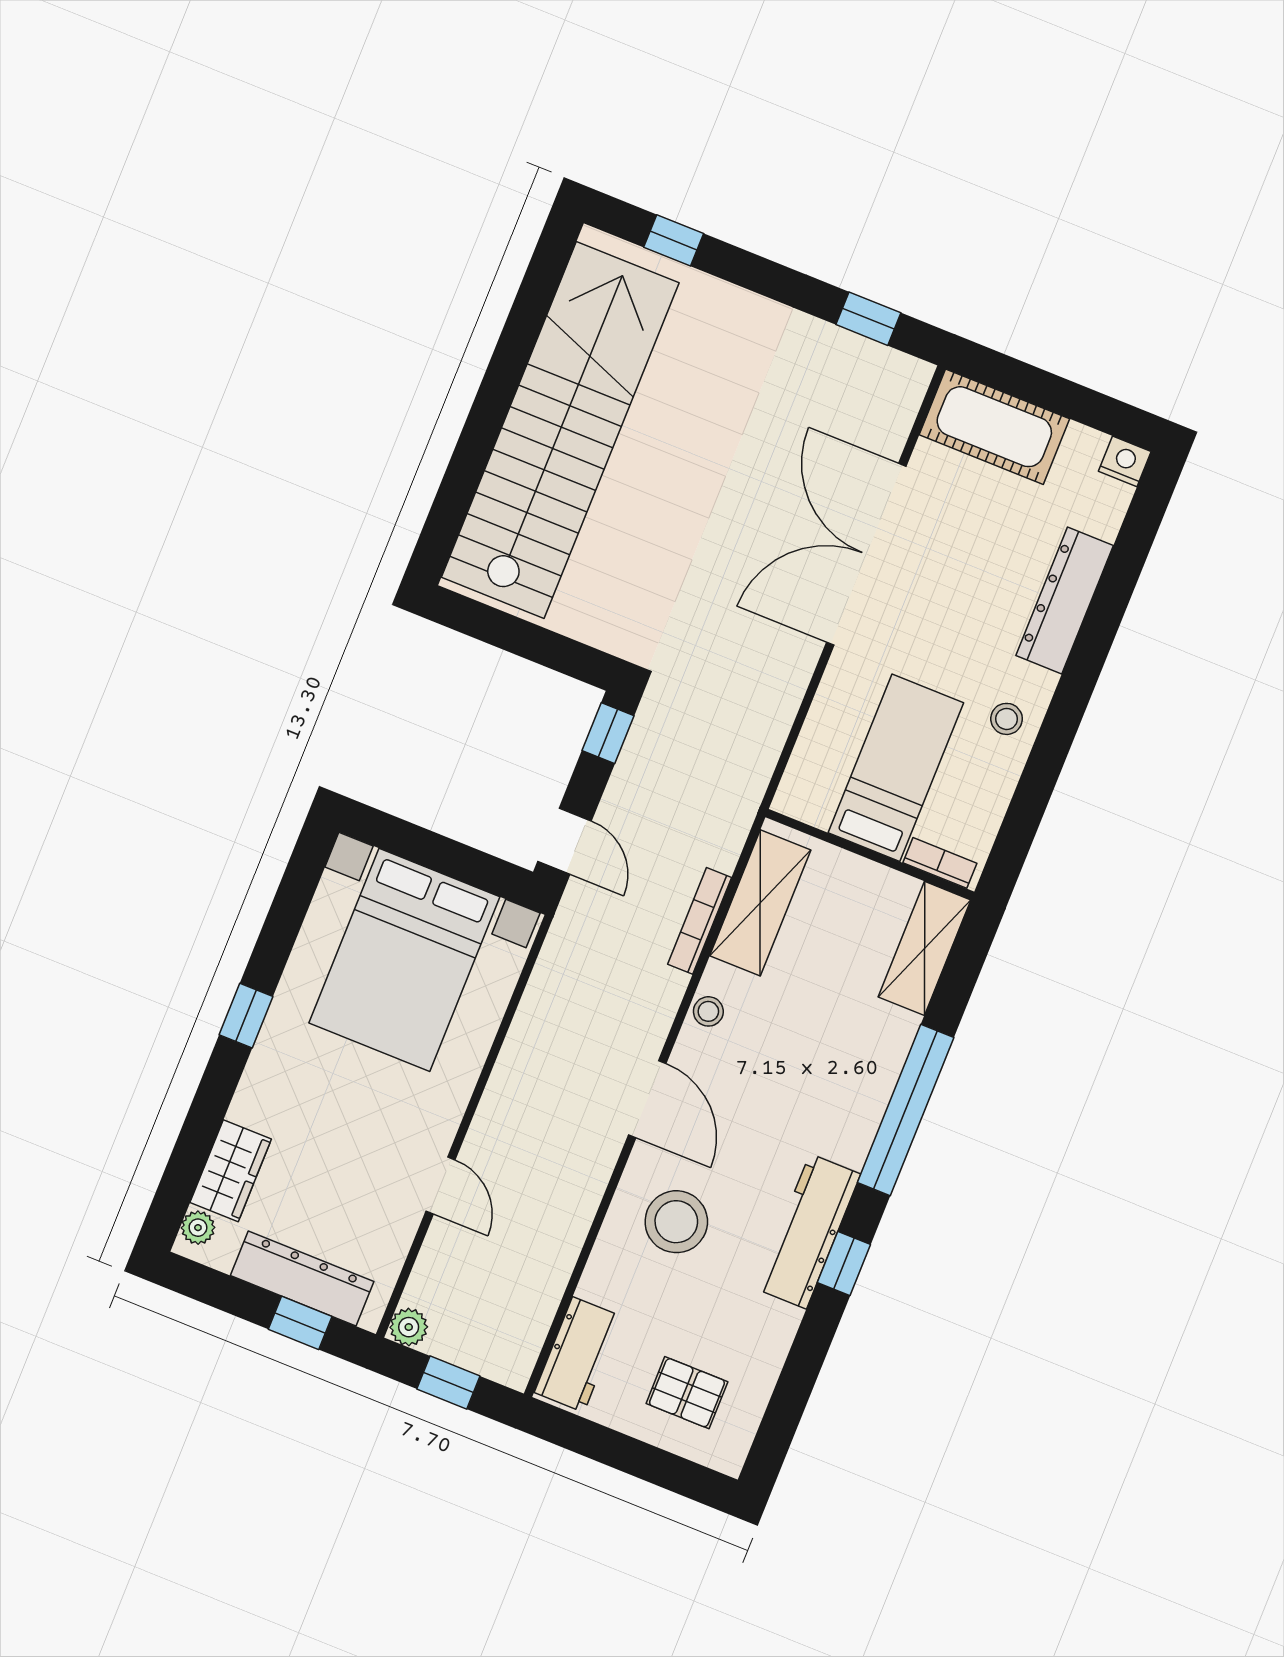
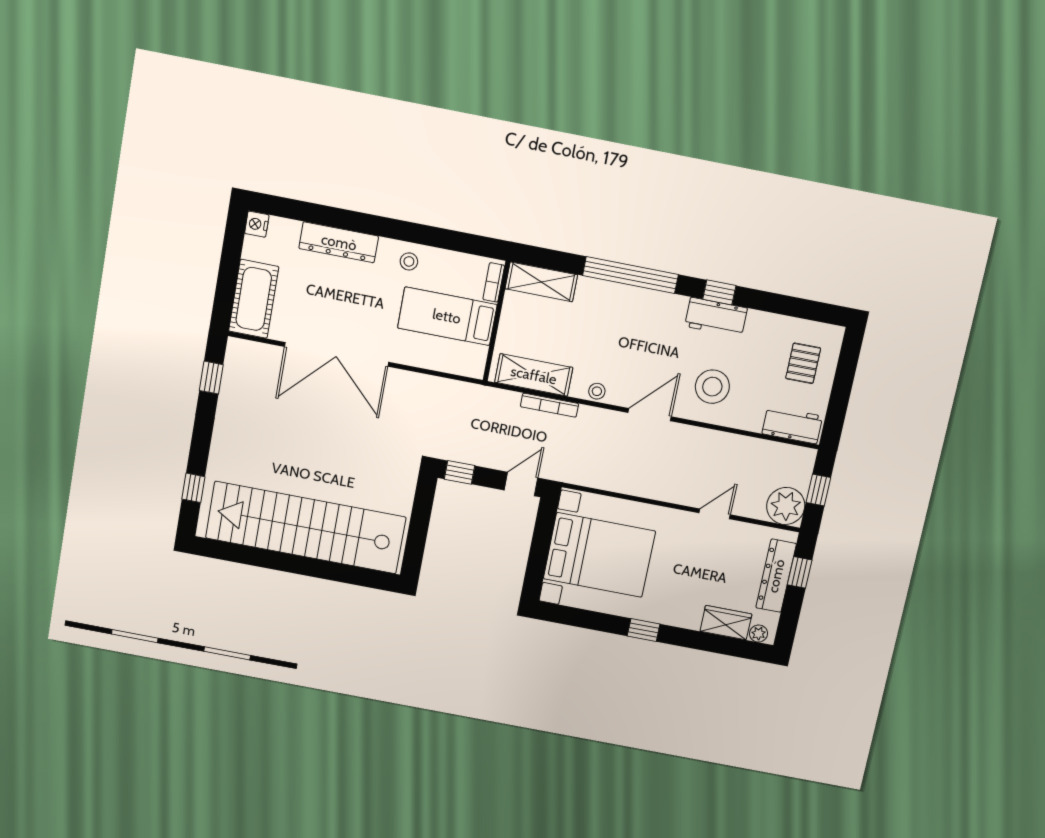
workbench: (808, 1231) -> (716, 317), width x0.73
plant: (409, 1327) -> (786, 506), width x1.88, depth x1.88

